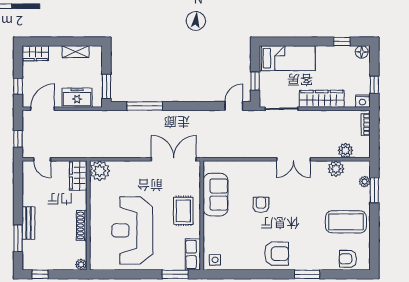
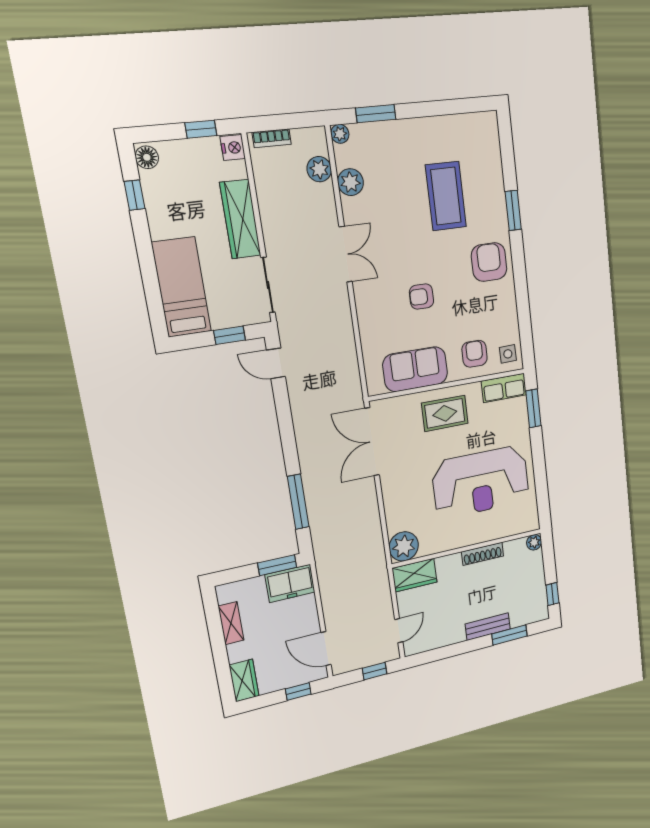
freezer: (77, 98) -> (290, 583), moved, turned -90
plant: (365, 182) -> (340, 134), moved
coffee table: (346, 222) -> (446, 196), moved
armchair: (348, 259) -> (475, 354), moved, turned 180

